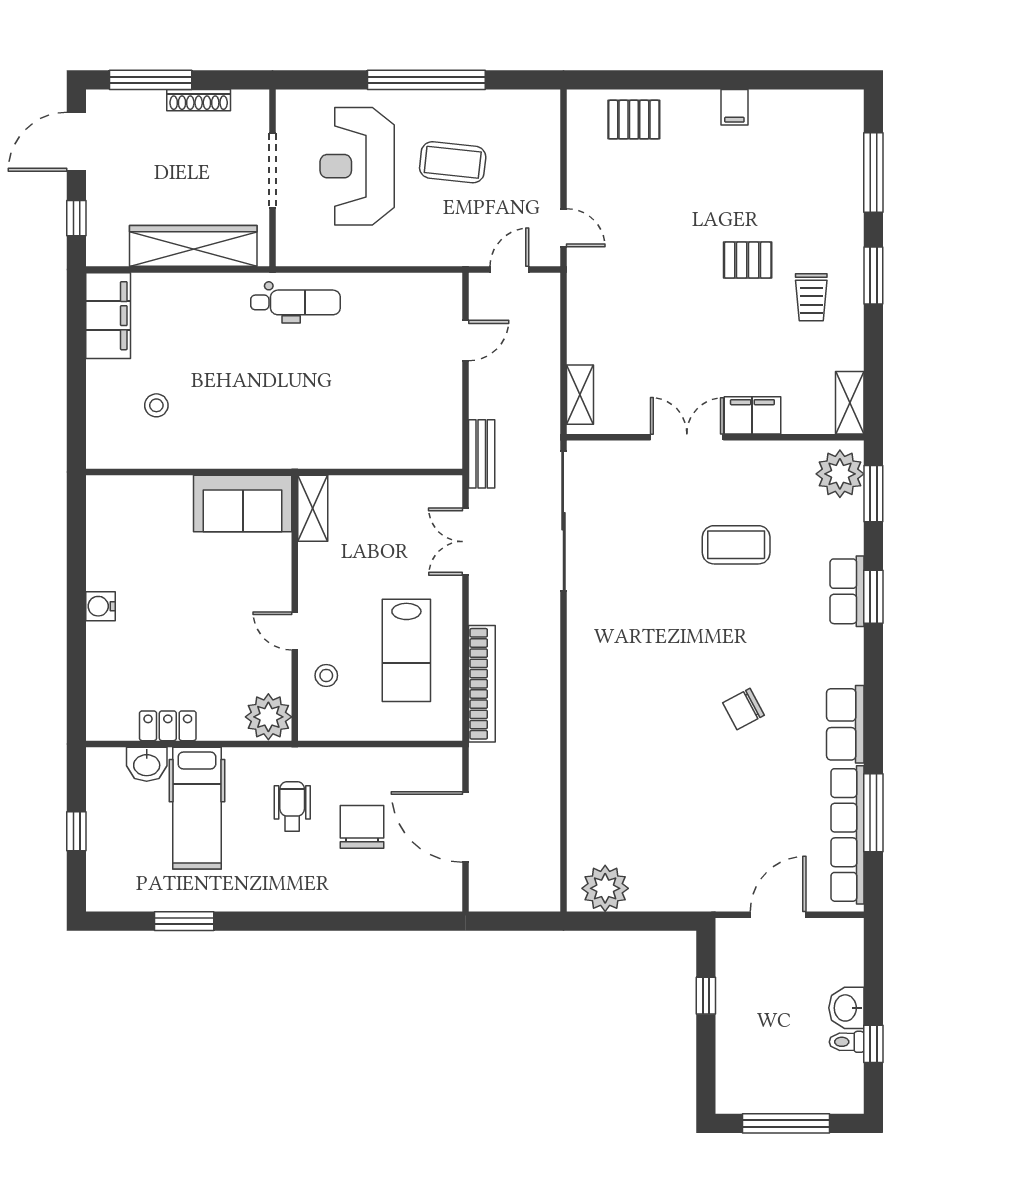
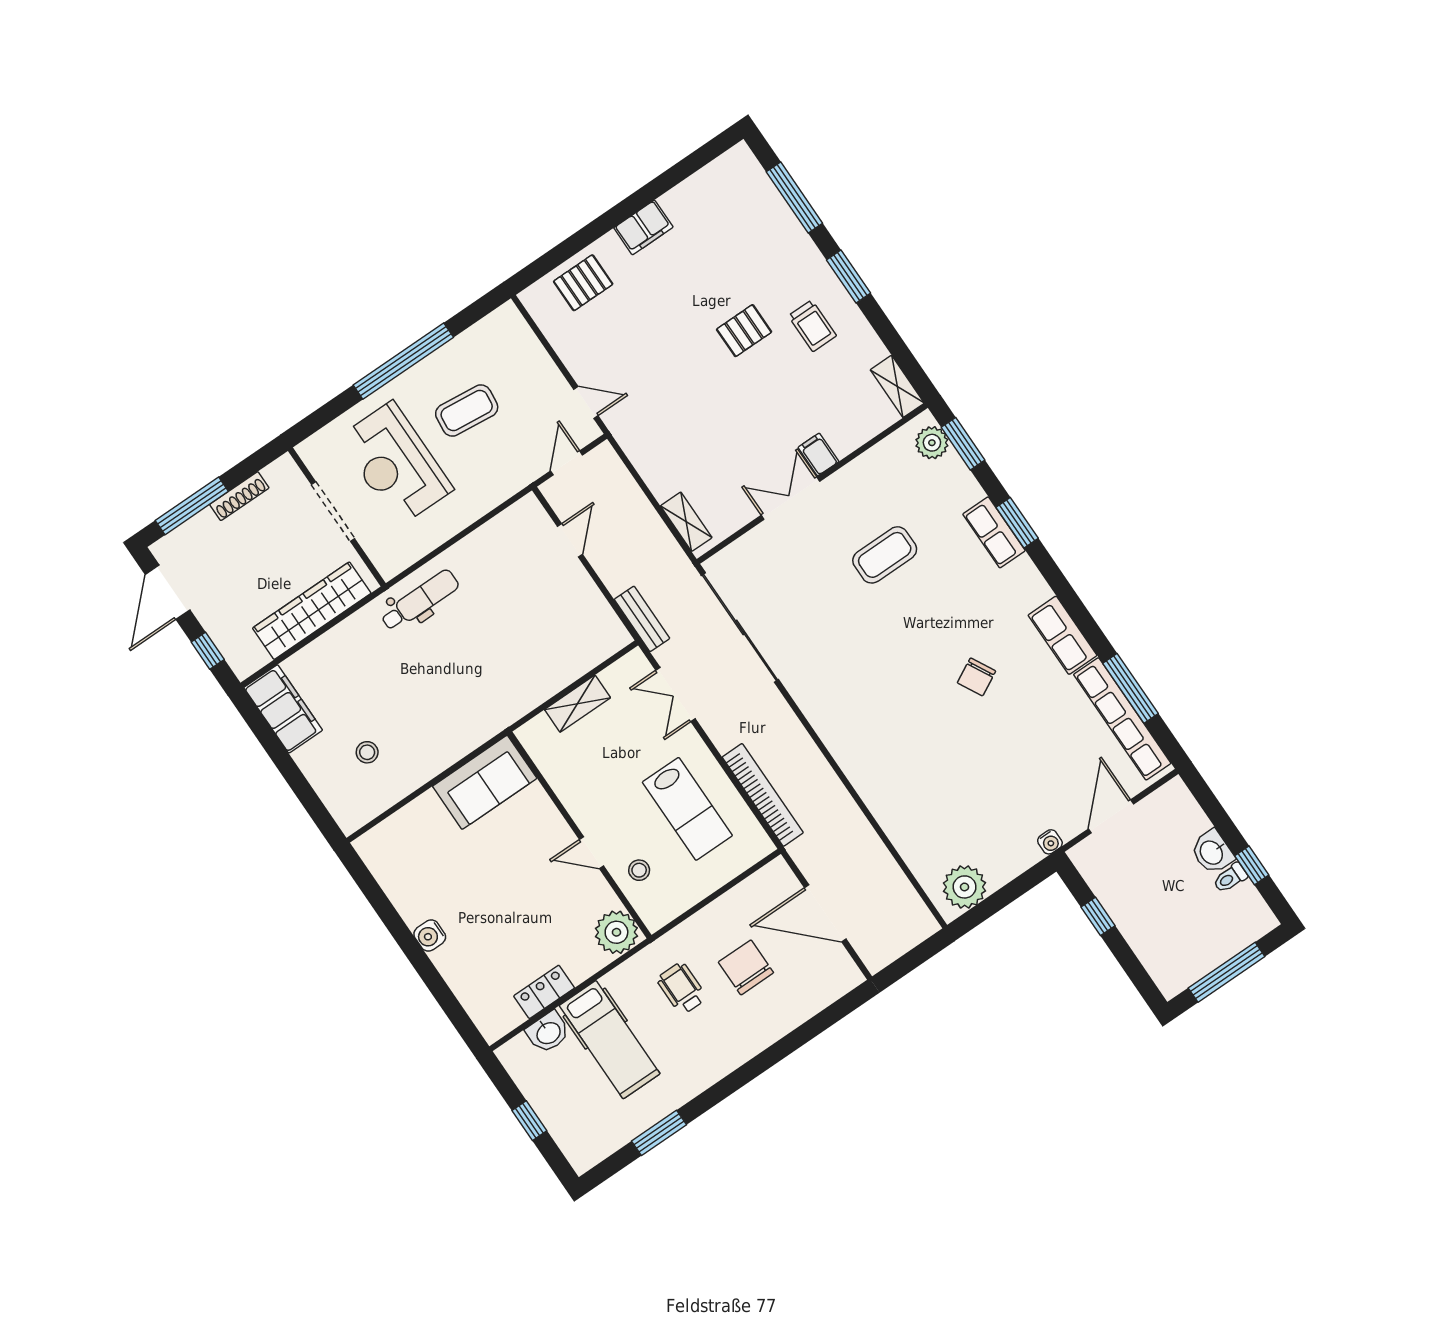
filing cabinet: (734, 107) -> (643, 227), width x2.00
filing cabinet: (752, 415) -> (818, 454), width x0.50
plant: (840, 474) -> (932, 443), width x0.73, depth x0.73
shelving: (313, 508) -> (578, 704), moved, turned 90
water cooler: (708, 900) -> (1050, 842), added

